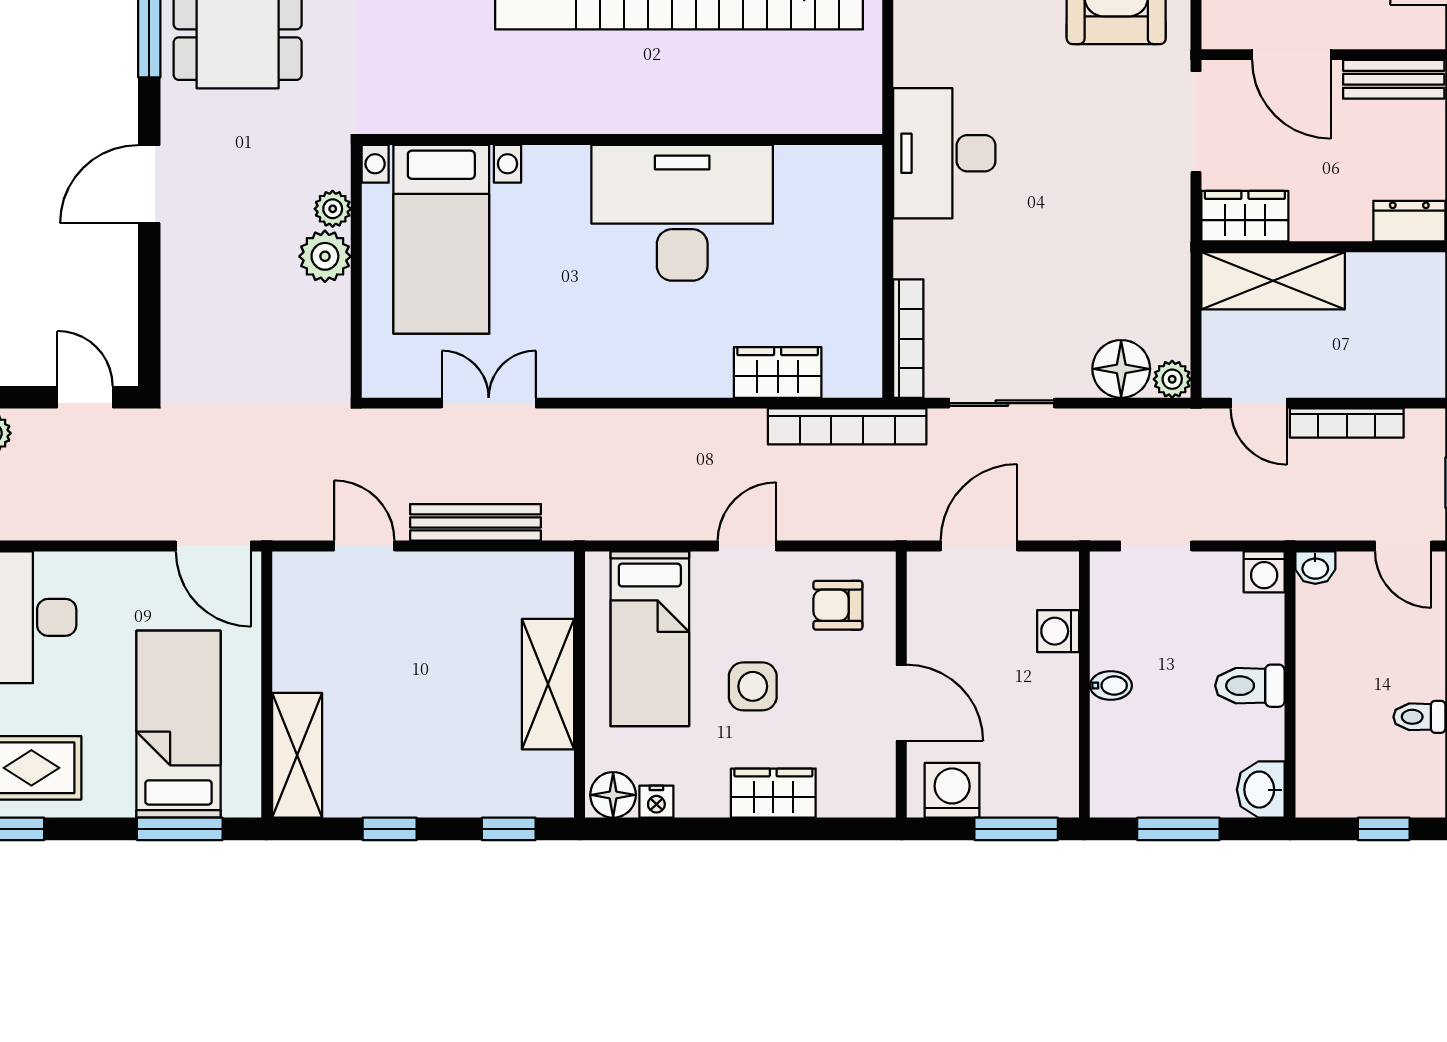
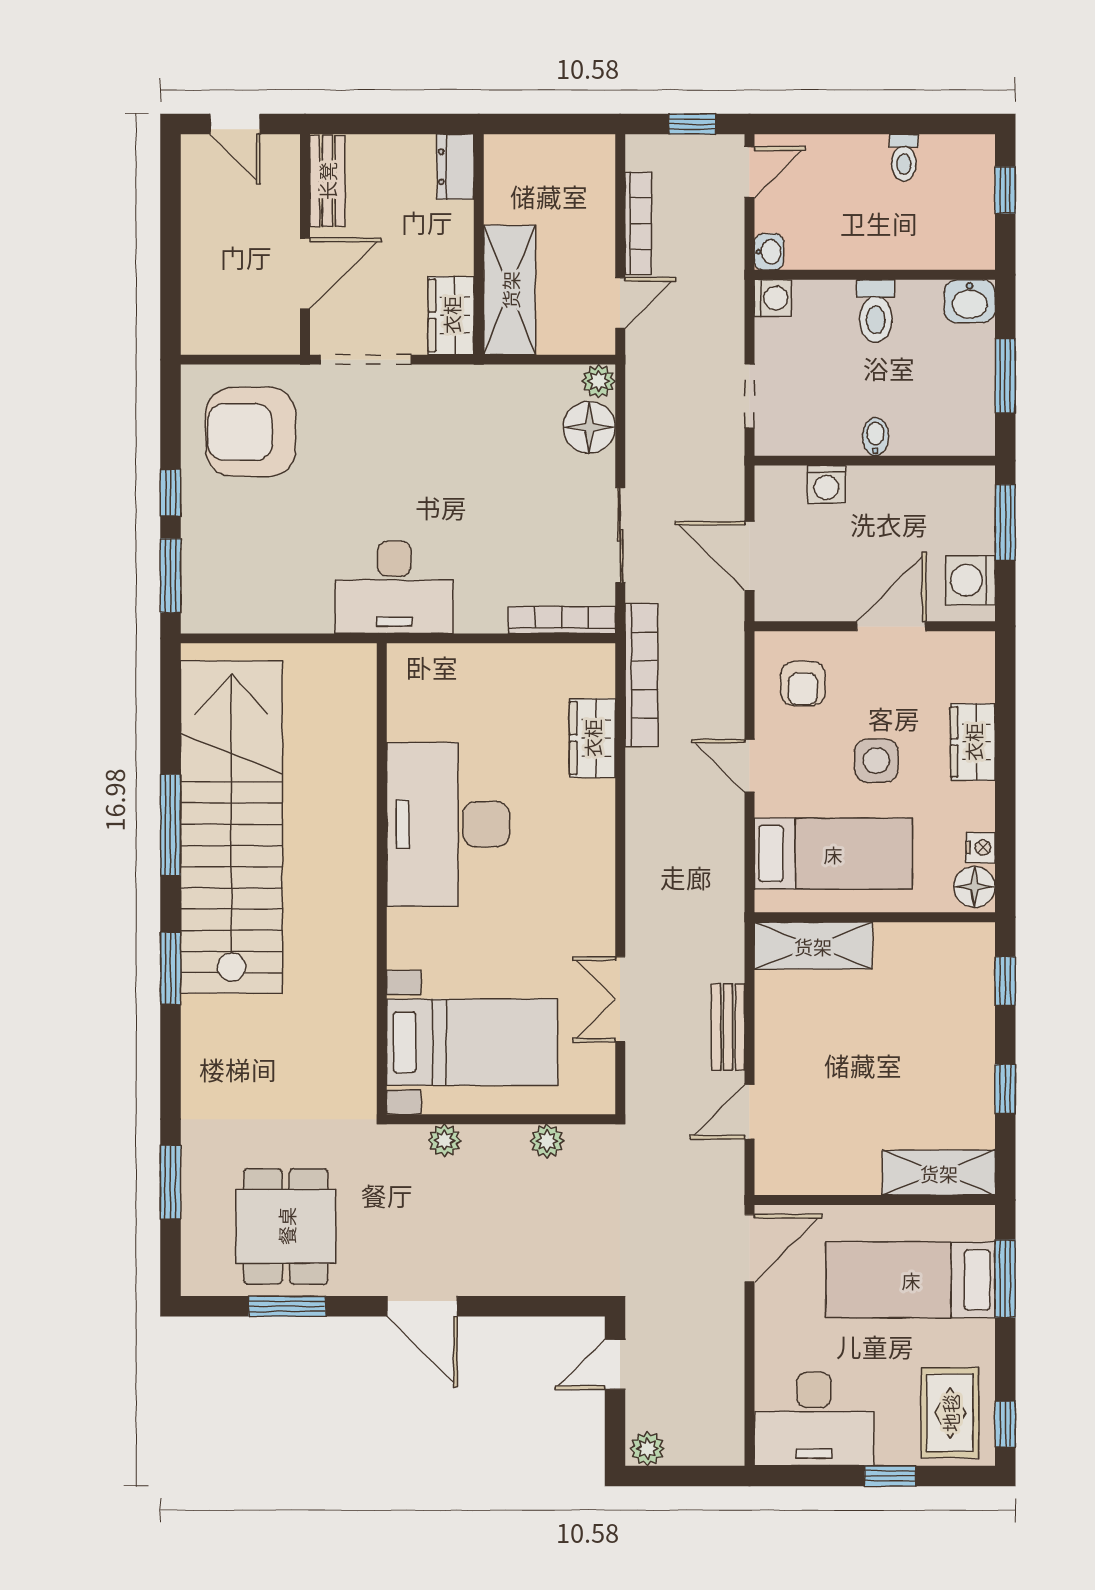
plant: (325, 256) -> (547, 1141), moved, width x0.73, depth x0.73
bench: (475, 522) -> (728, 1027), width x0.73
shelving: (548, 684) -> (813, 946), moved

